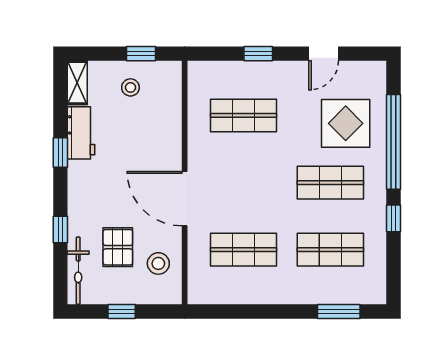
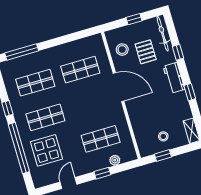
plant: (229, 70) -> (115, 160), added
workbench: (81, 133) -> (174, 78), moved
window: (339, 311) -> (22, 52), width x1.44

